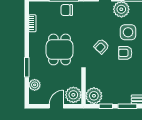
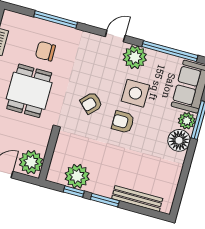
chair: (67, 10) -> (45, 51), moved
plant: (94, 96) -> (77, 176), moved

